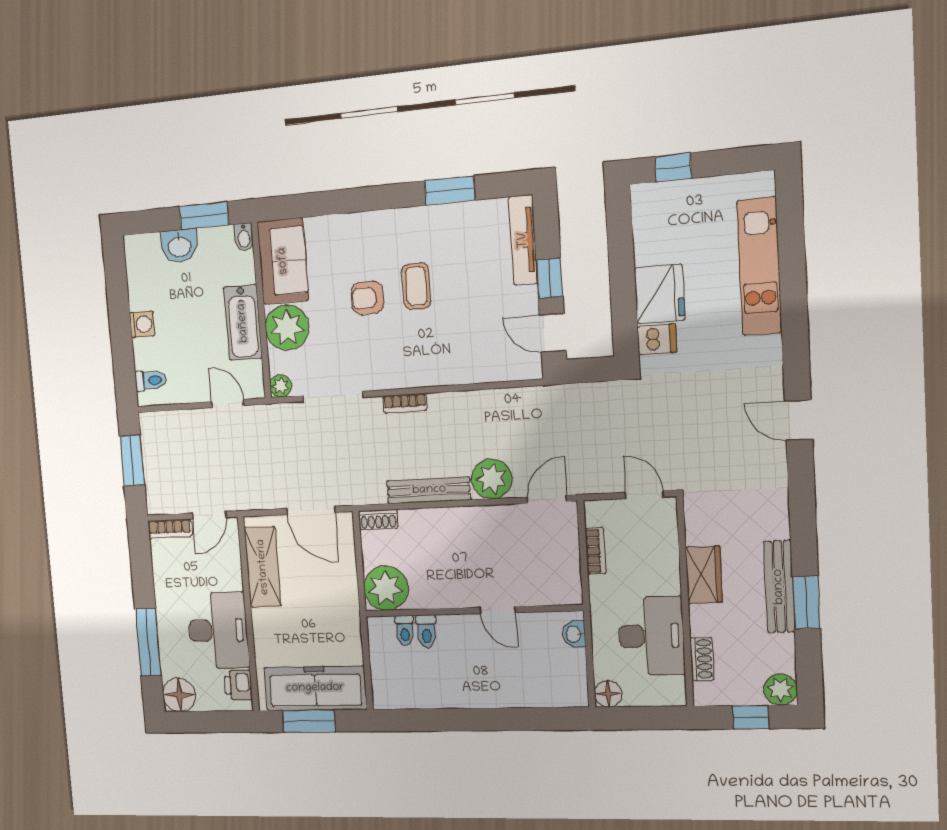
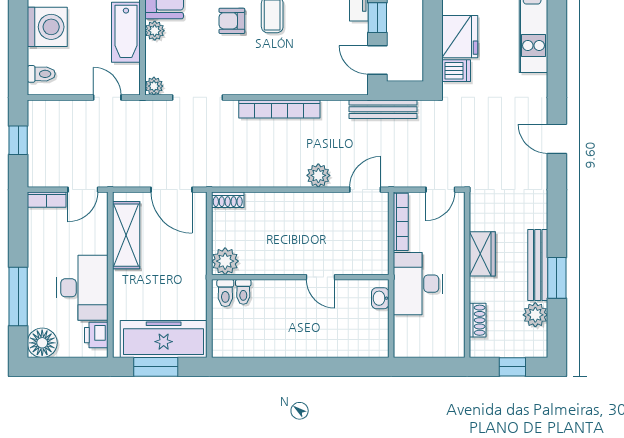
washing machine: (142, 324) -> (47, 27), width x1.89, depth x1.89
plant: (287, 328) -> (155, 31), width x0.53, depth x0.53
bookcase: (405, 403) -> (279, 109), width x2.31, depth x1.31
window: (132, 461) -> (18, 140), width x0.67
plant: (492, 479) -> (318, 175), width x0.73, depth x0.73
bench: (429, 490) -> (383, 109), moved
door: (644, 495) -> (440, 190), swing flipped
bookcase: (596, 551) -> (401, 222), width x1.56
plant: (386, 588) -> (225, 261), width x0.73, depth x0.73
toilet: (426, 631) -> (225, 293), moved
desk: (651, 636) -> (418, 284), moved, turned 180
plant: (780, 689) -> (535, 315), moved
floor lamp: (608, 694) -> (404, 347), removed

